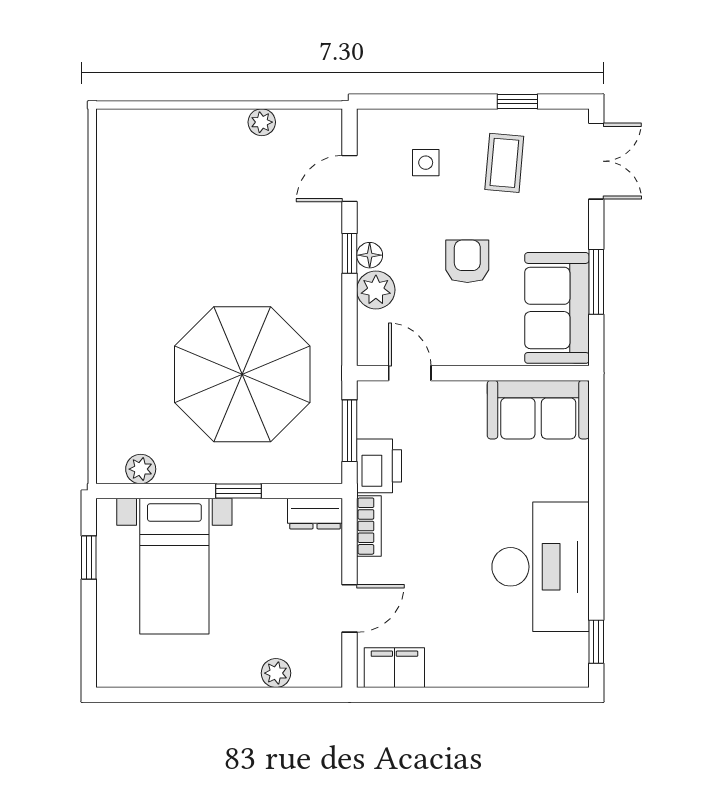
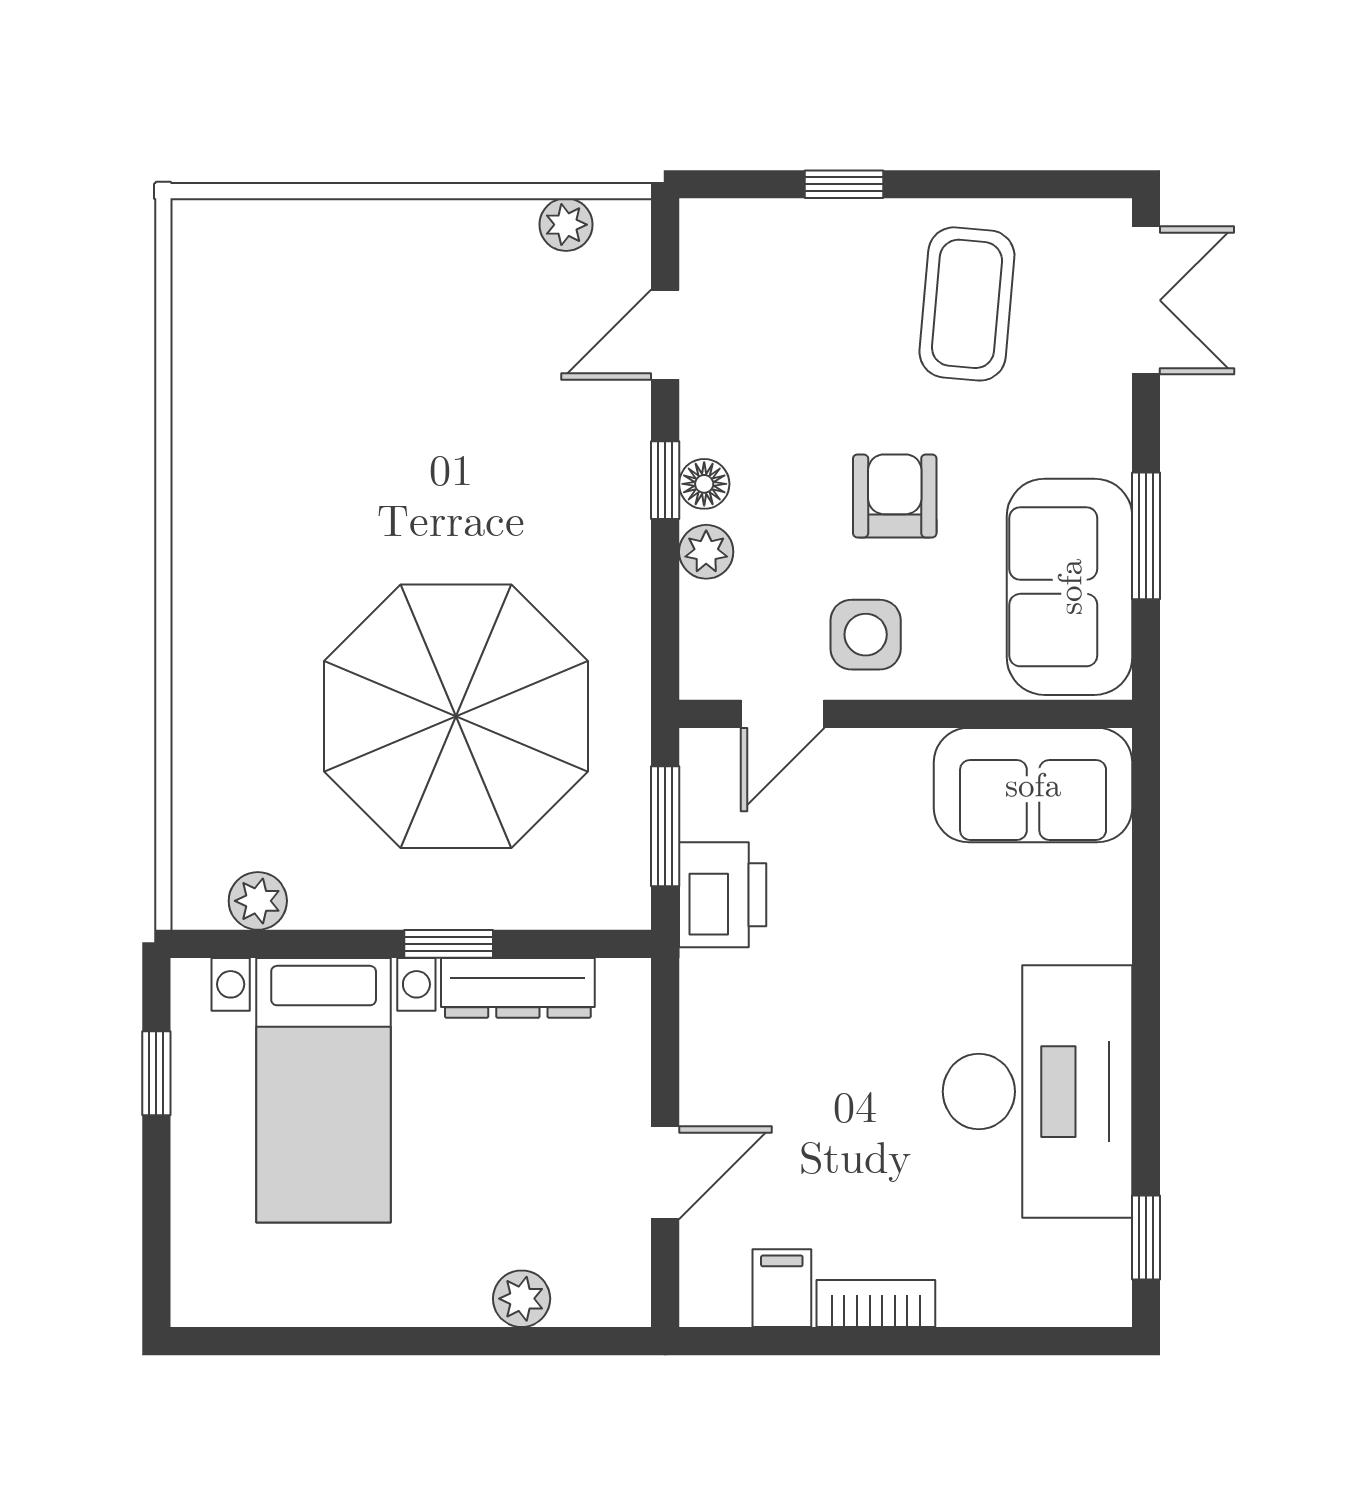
window: (517, 101) -> (844, 184), moved
plant: (262, 122) -> (566, 225), moved
side table: (426, 163) -> (866, 635), moved, width x1.37, depth x1.37
coffee table: (504, 163) -> (967, 304), width x1.36, depth x1.30
plant: (376, 290) -> (706, 552), width x0.73, depth x0.73
door: (410, 373) -> (783, 714), swing flipped
dresser: (315, 514) -> (518, 988), moved, width x1.44
bookcase: (369, 526) -> (876, 1303), moved, turned -90
filing cabinet: (394, 668) -> (782, 1288), width x0.50

